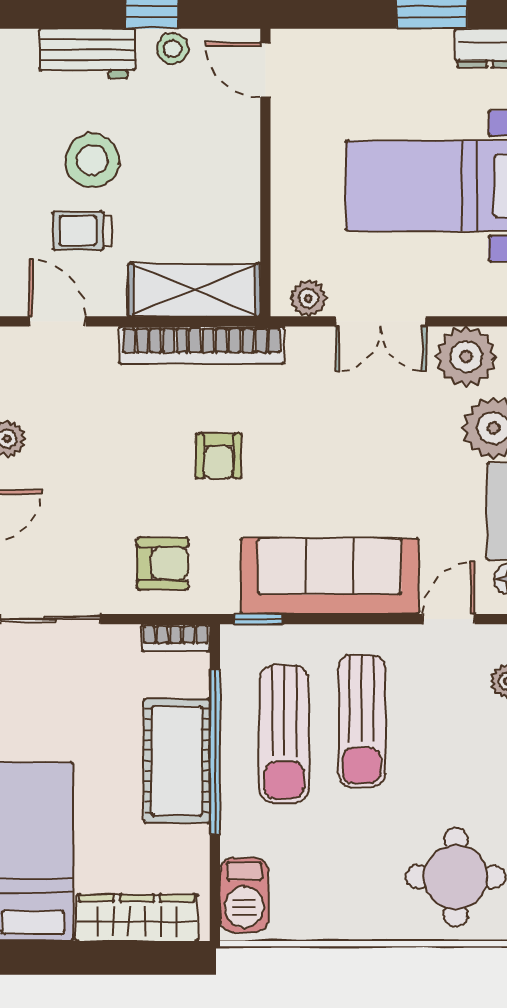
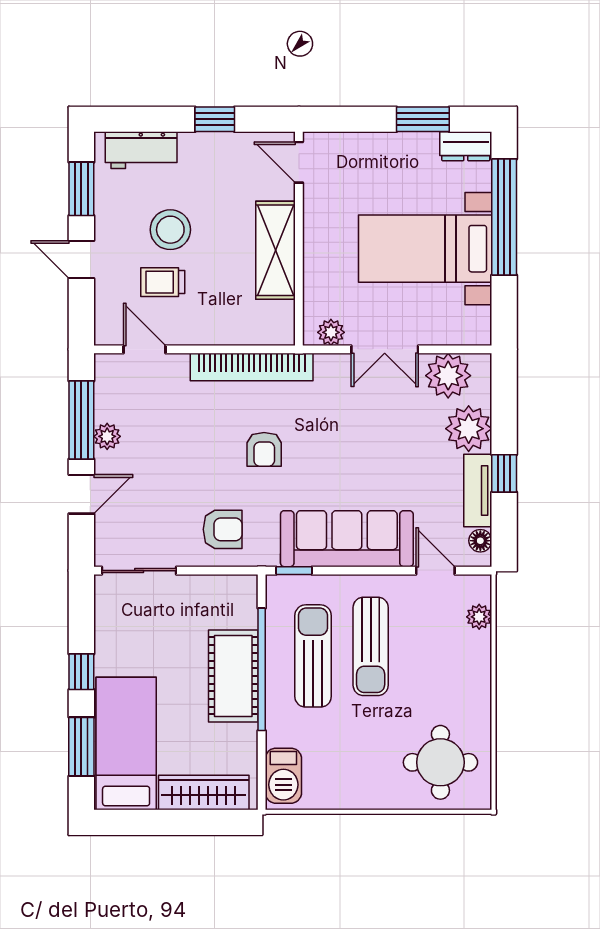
stool: (173, 49) -> (230, 147), removed
workbench: (87, 53) -> (141, 150), moved
shelving: (194, 290) -> (276, 250), moved, turned 90
door: (449, 619) -> (435, 571), hinge flipped
bookcase: (176, 638) -> (232, 584), removed
sun lounger: (284, 734) -> (313, 656), turned 180

